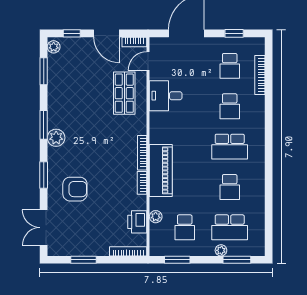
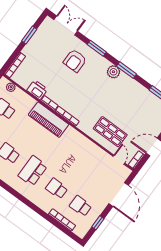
desk: (166, 96) -> (91, 155), removed
plant: (156, 217) -> (11, 87), moved
printer: (137, 222) -> (37, 90), moved

